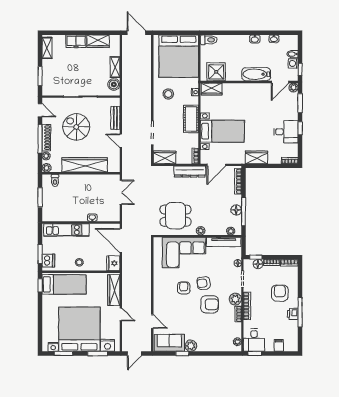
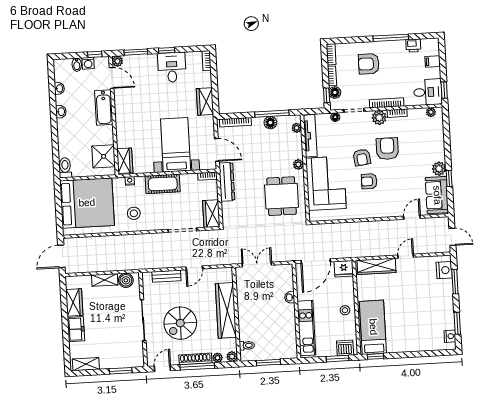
printer: (293, 314) -> (413, 46), moved
bed: (79, 329) -> (426, 306), removed

